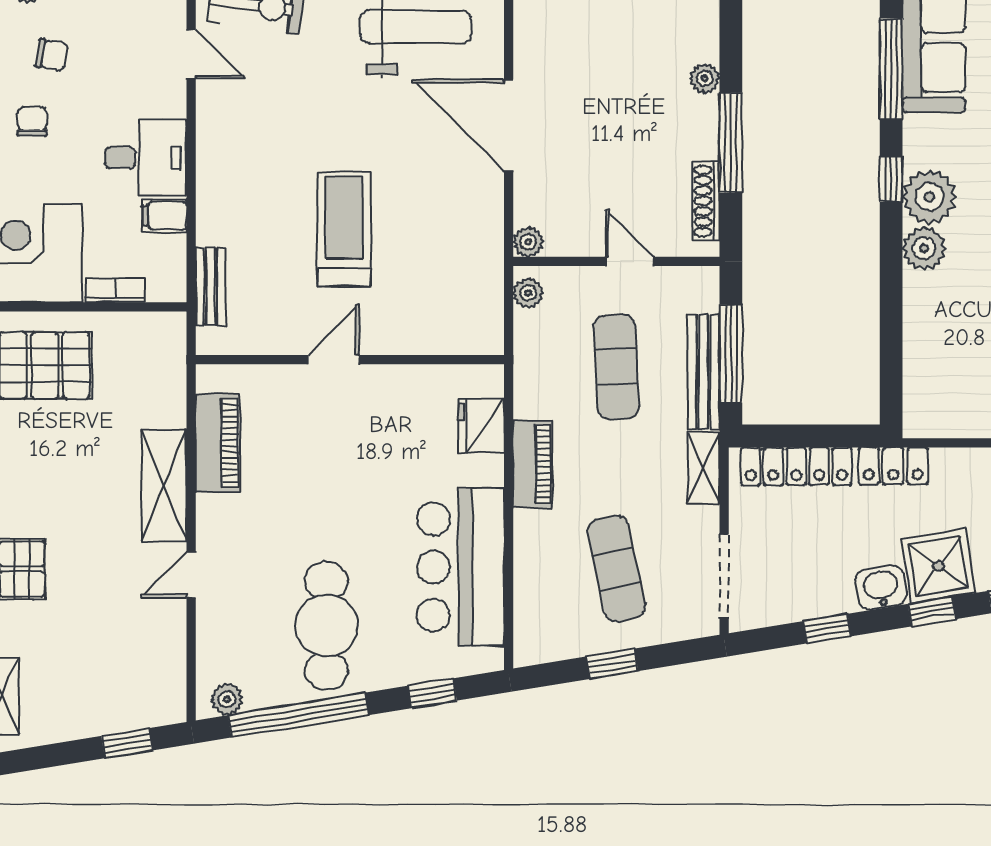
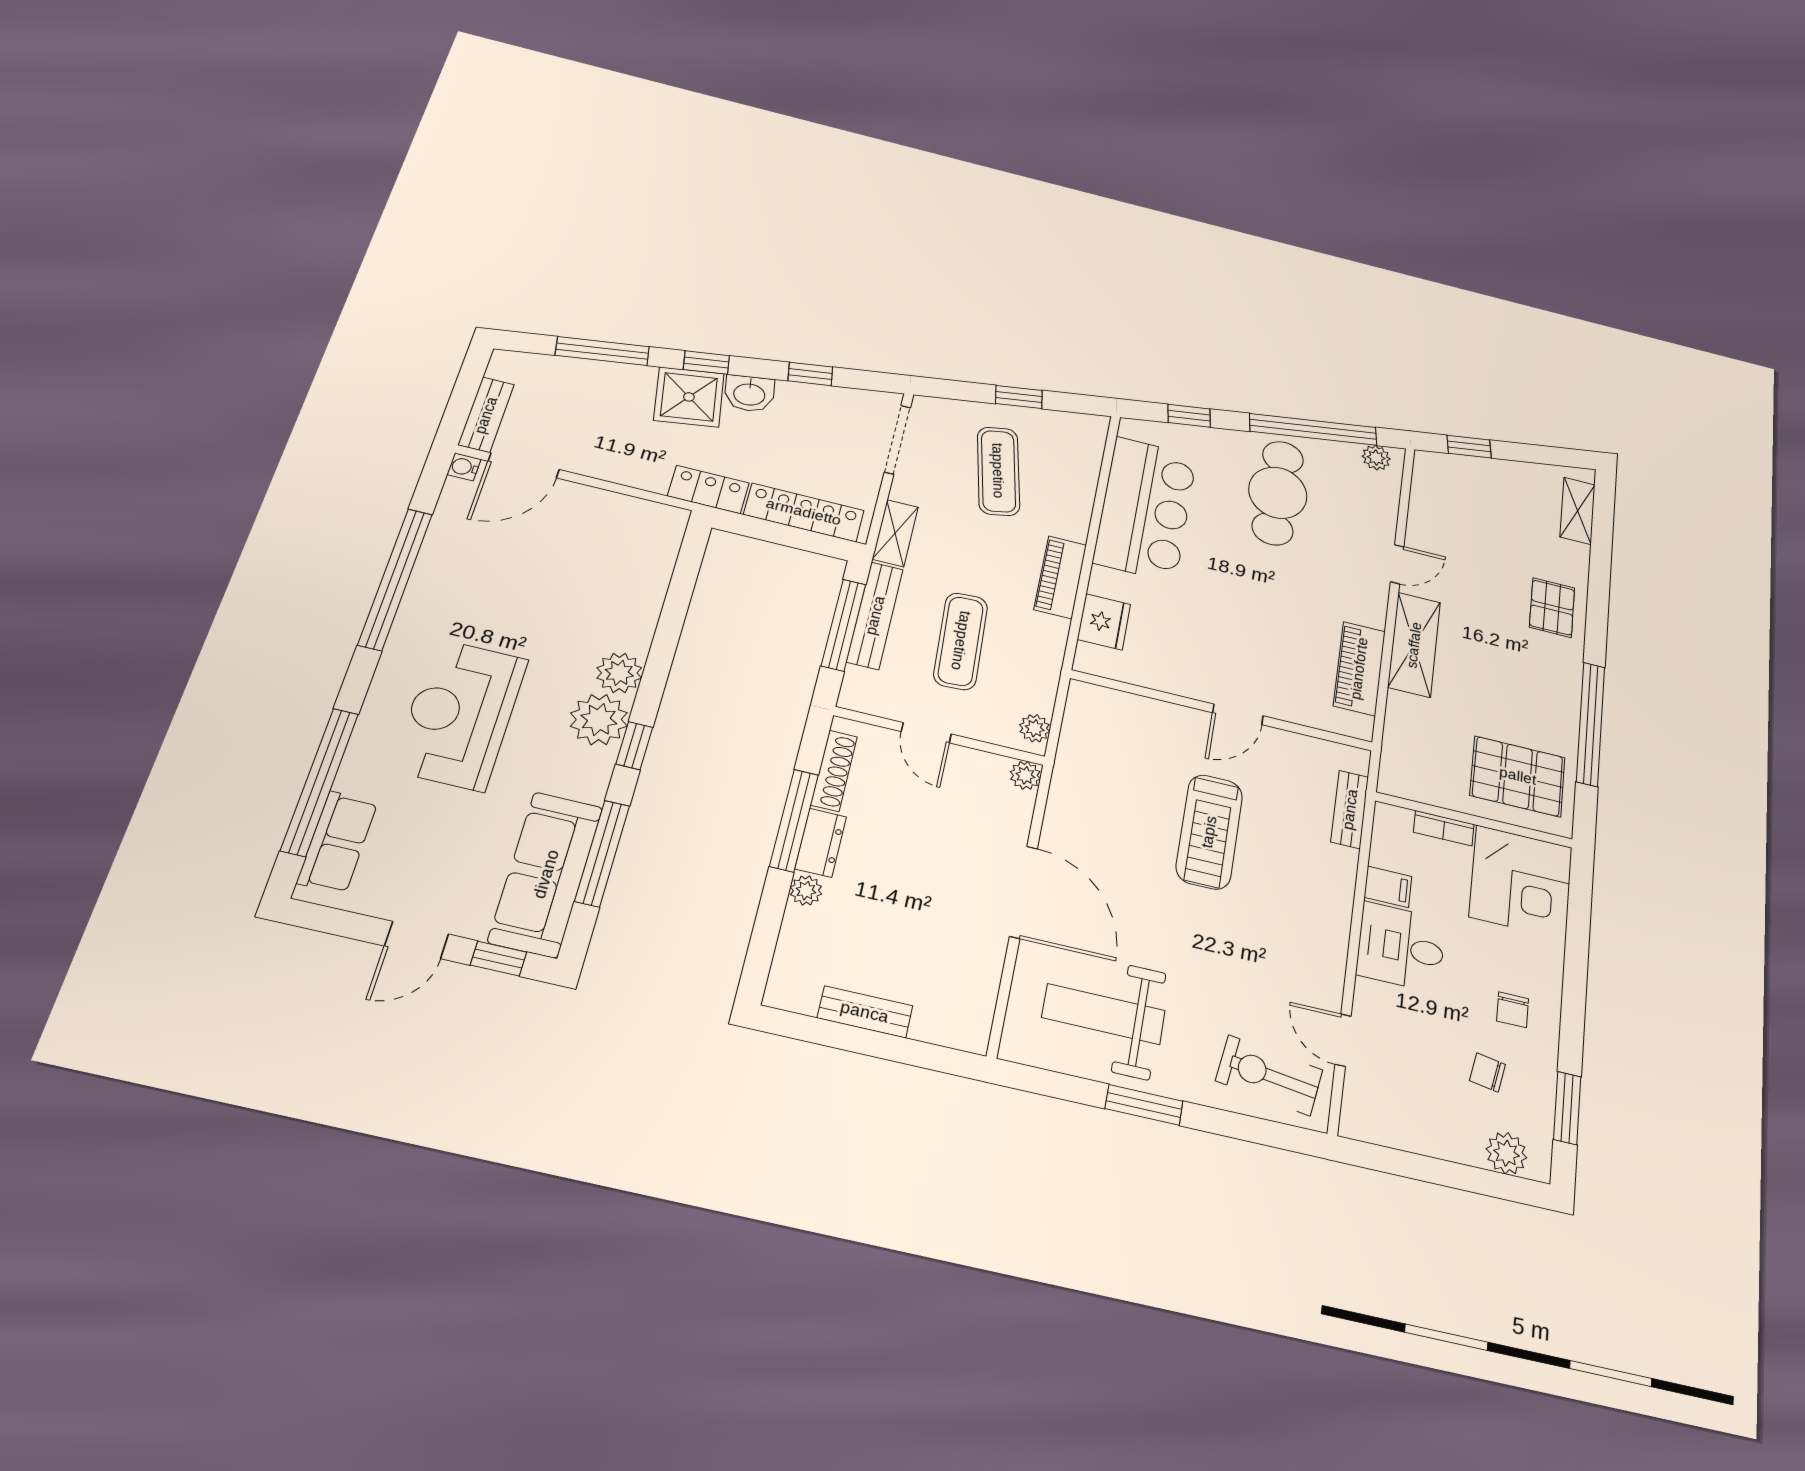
dresser: (702, 127) -> (821, 843), added

